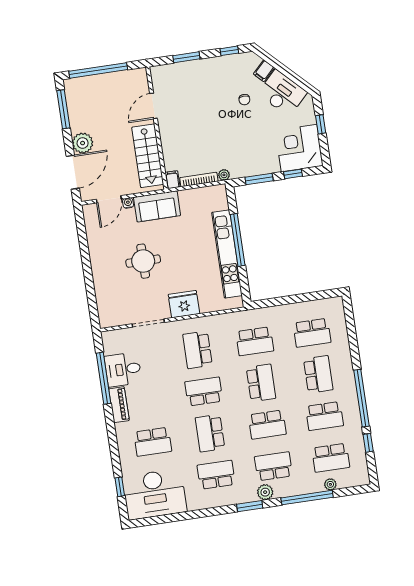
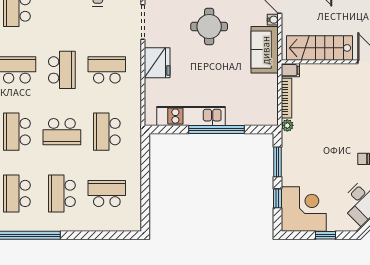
kitchen unit: (227, 254) -> (191, 116), width x0.73
school desk: (312, 333) -> (107, 193), turned 90
school desk: (318, 374) -> (62, 193), turned 90

